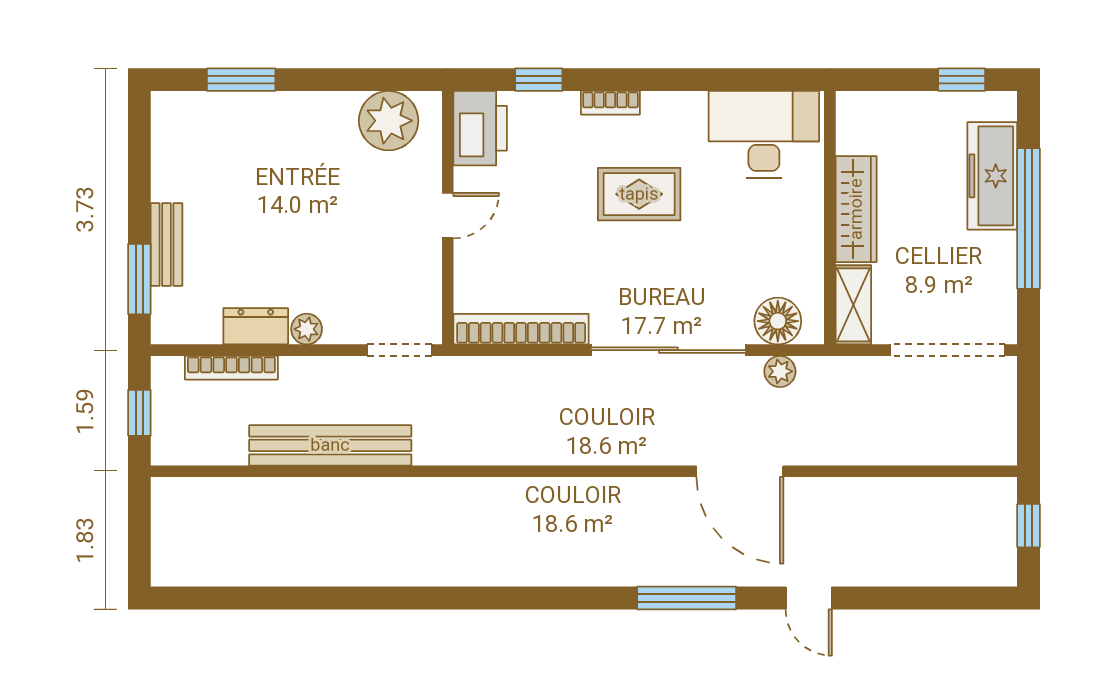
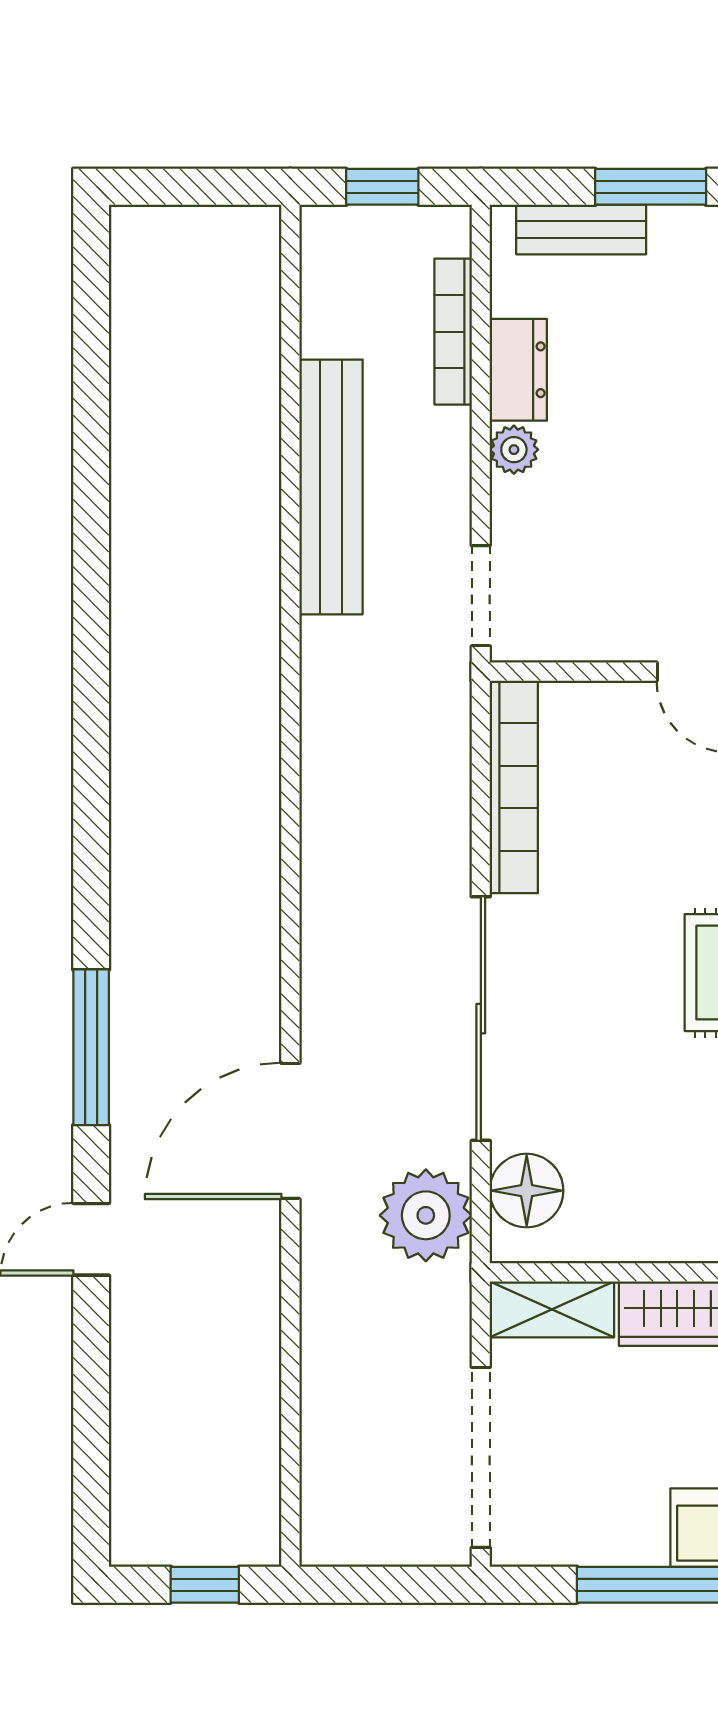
bench: (167, 245) -> (581, 230), moved
window: (139, 279) -> (651, 187), moved
plant: (780, 371) -> (426, 1215), width x1.87, depth x1.87

